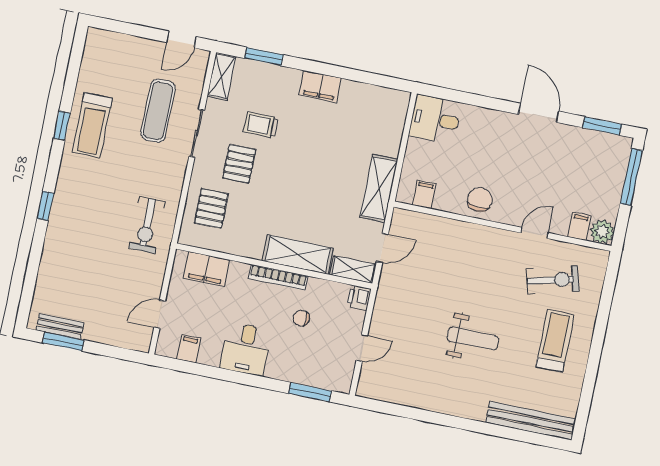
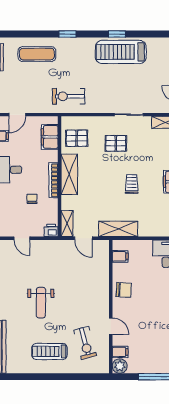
exercise mat: (158, 111) -> (37, 54), moved
treadmill: (92, 125) -> (121, 52), width x1.37, depth x1.38
trolley: (261, 125) -> (132, 184), moved
pallet: (211, 208) -> (77, 138), moved
shelving: (298, 255) -> (69, 174), moved
door: (160, 314) -> (17, 115), swing flipped
treadmill: (555, 341) -> (50, 351), turned 180

